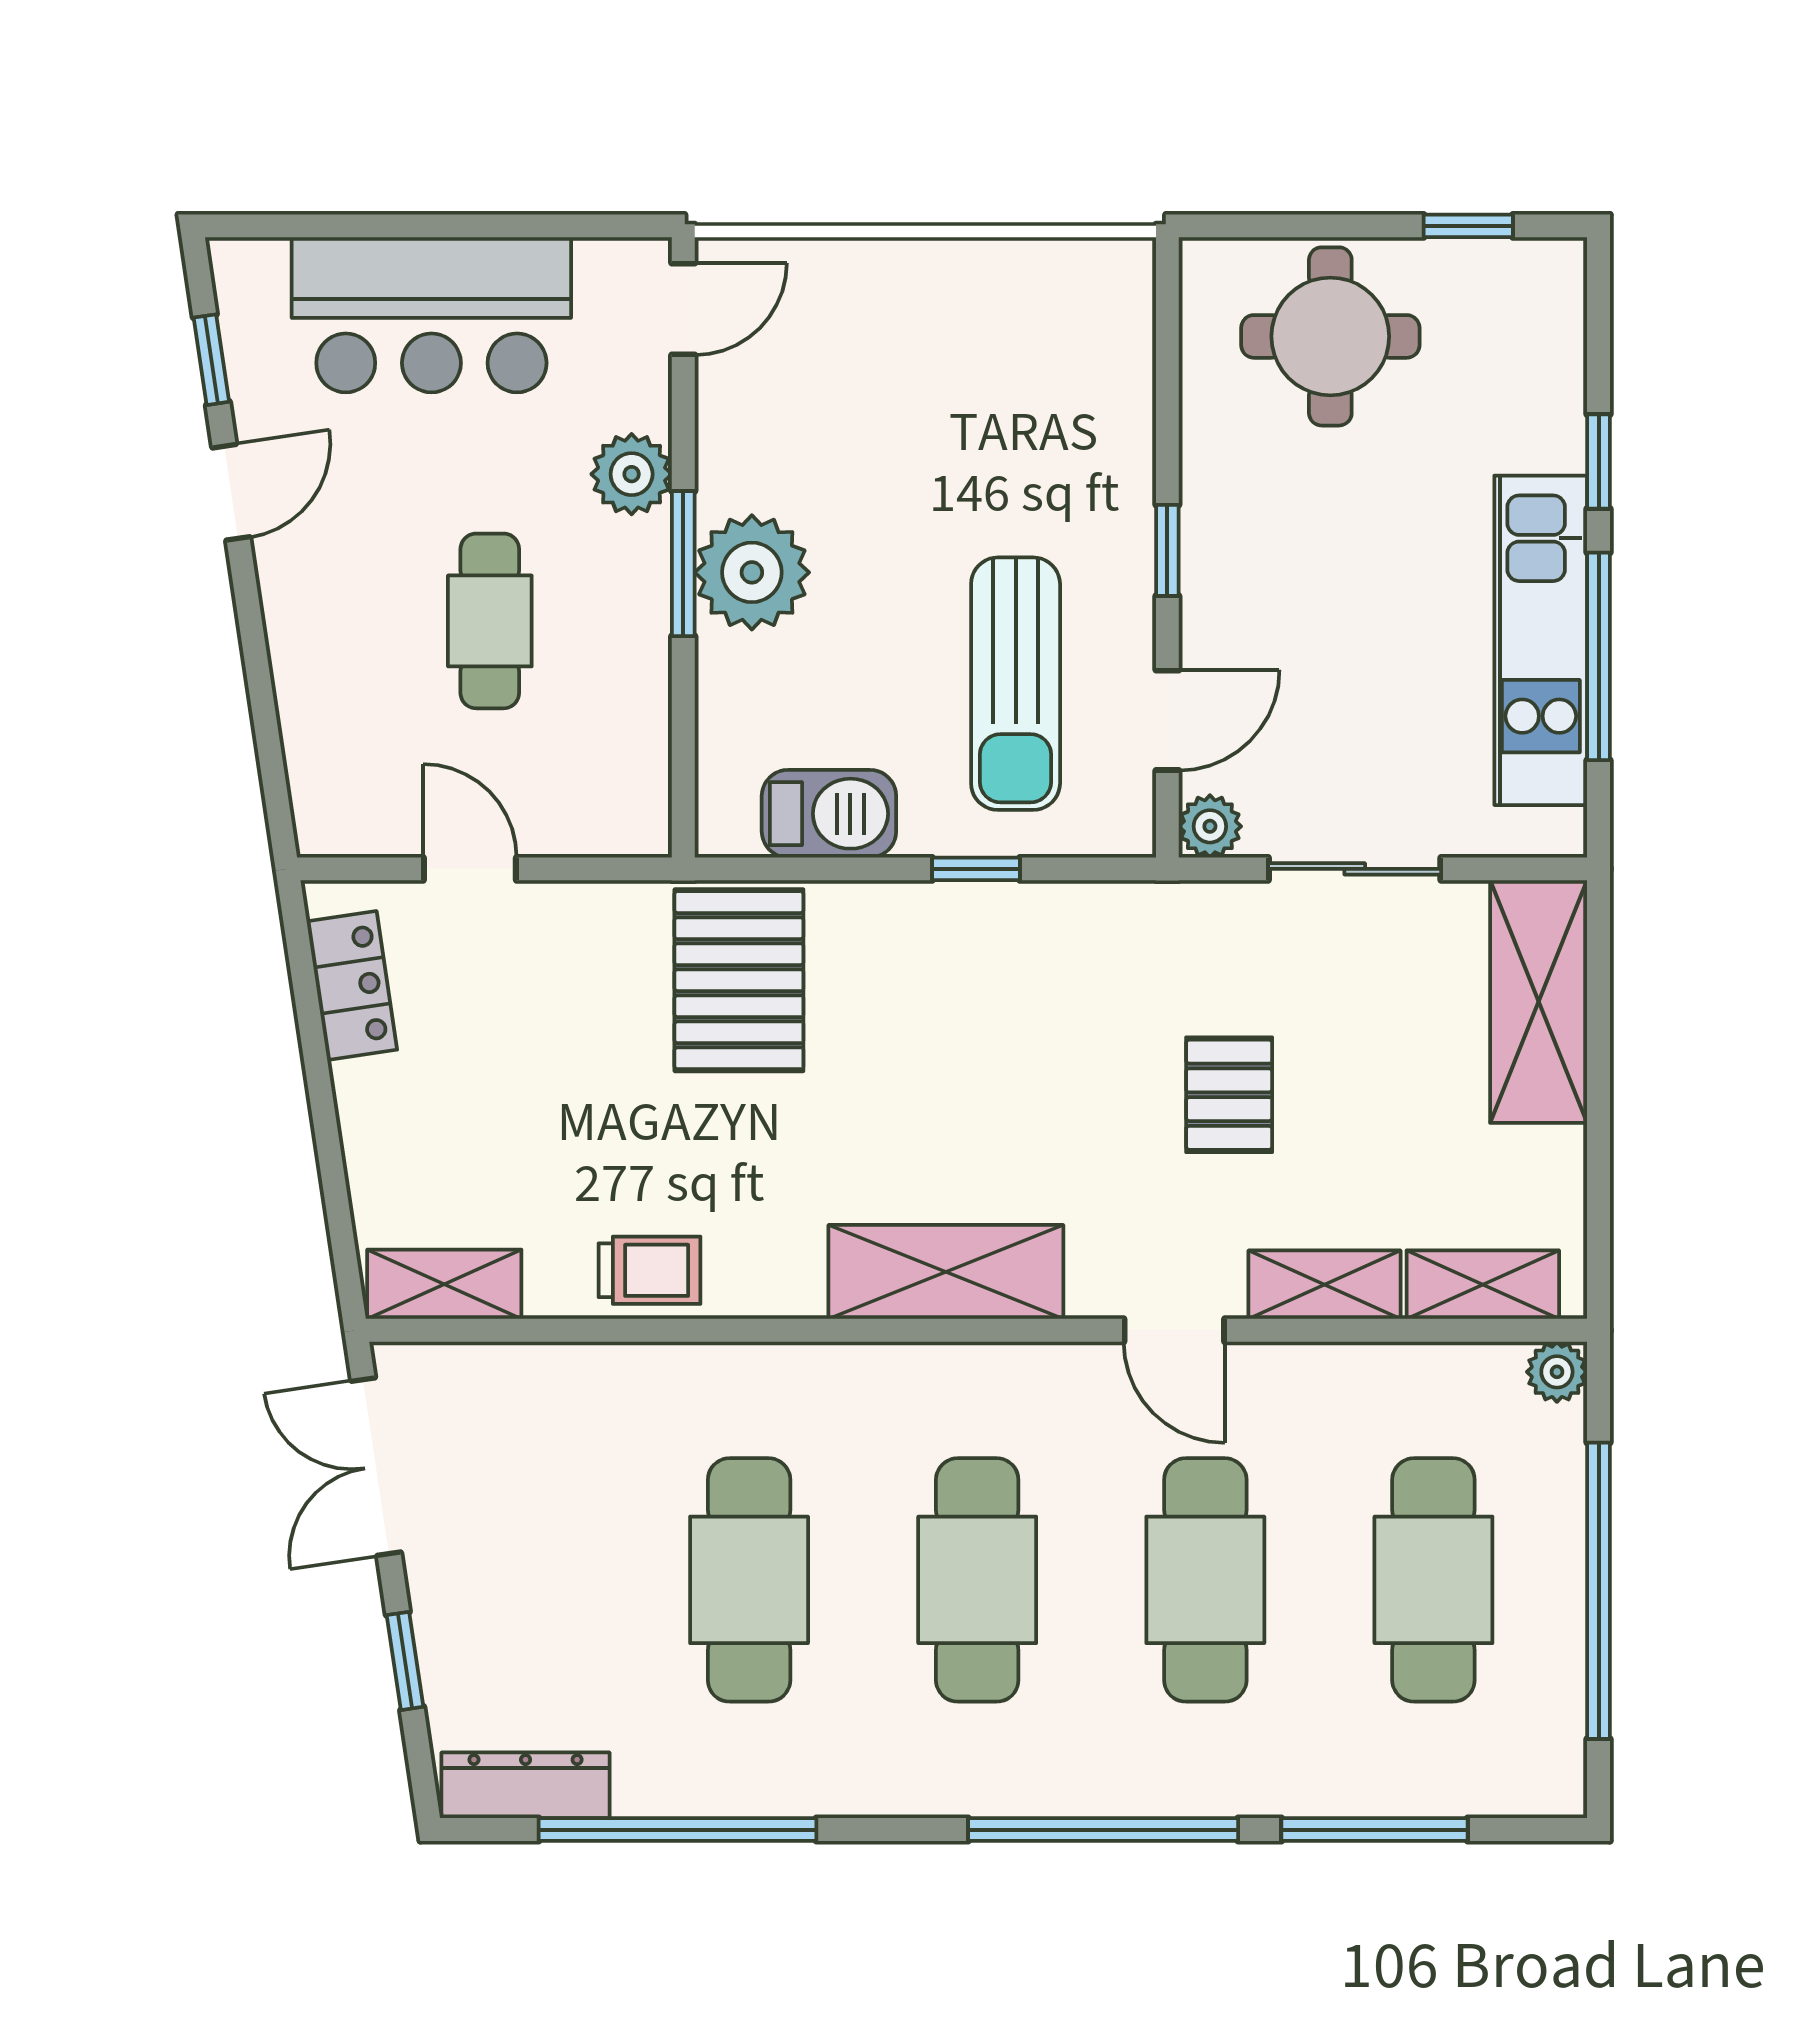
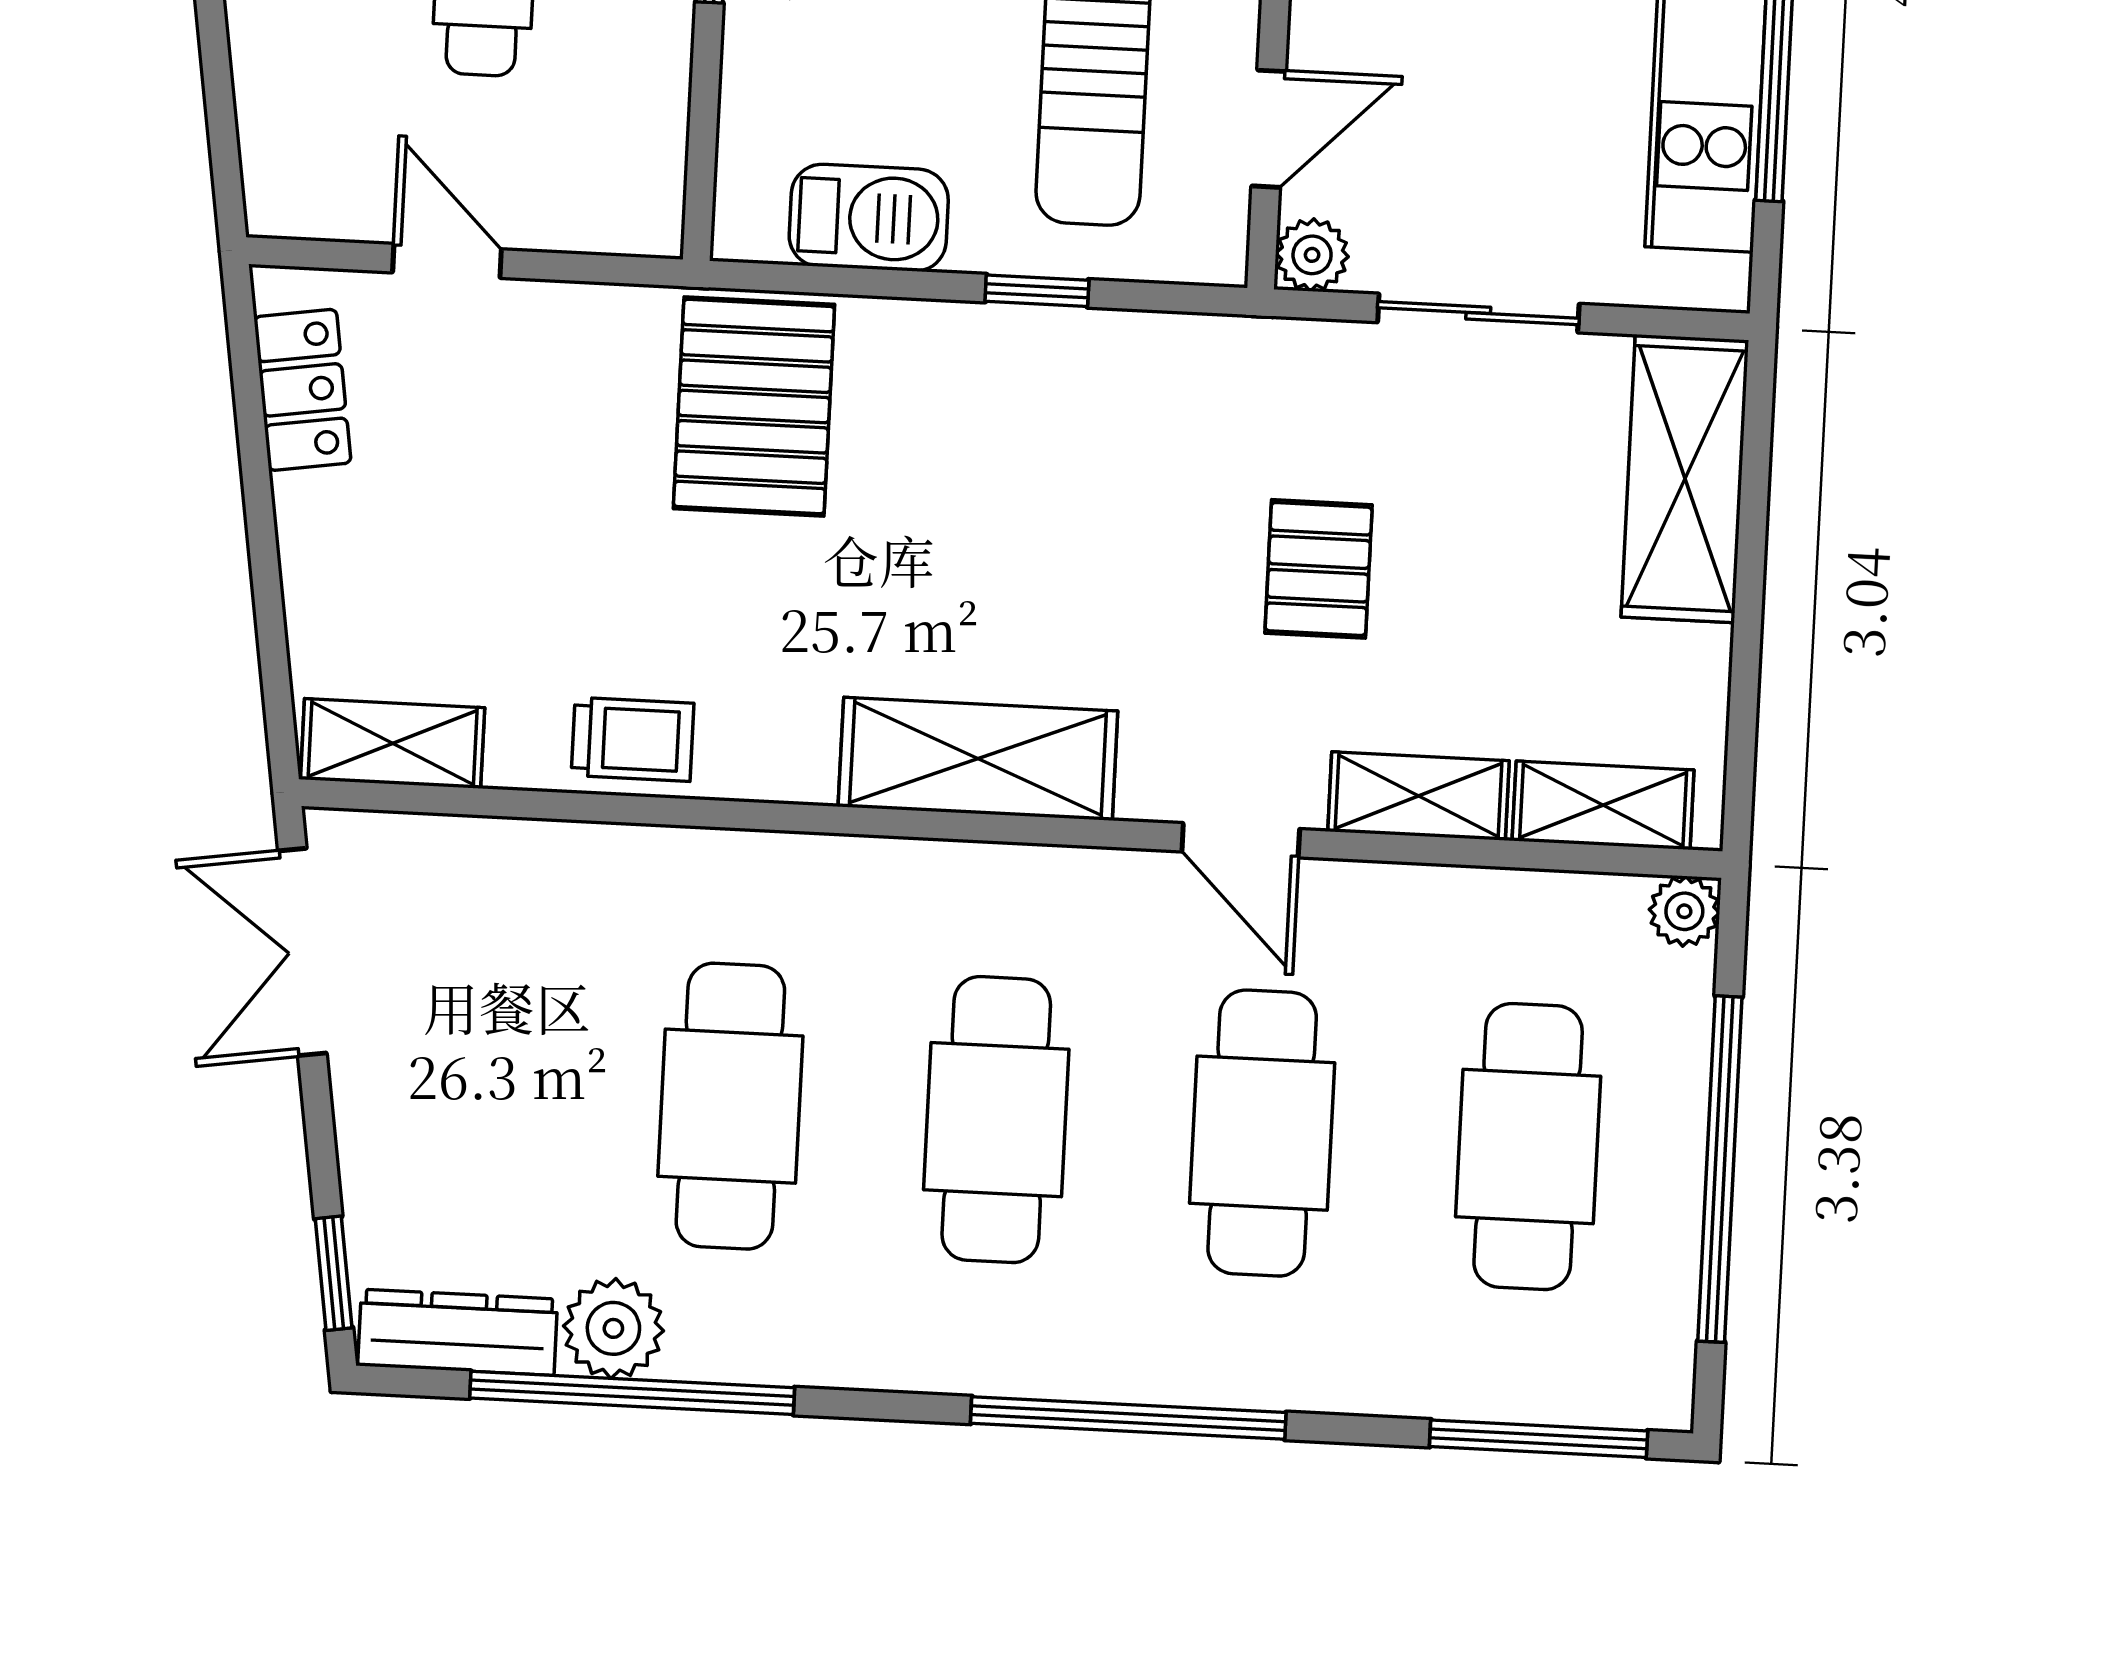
window: (405, 1661) -> (334, 1273), moved
plant: (659, 1775) -> (613, 1328), added
window: (1374, 1830) -> (1539, 1439), moved

